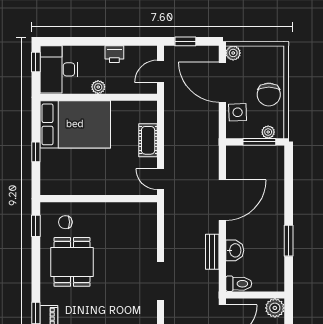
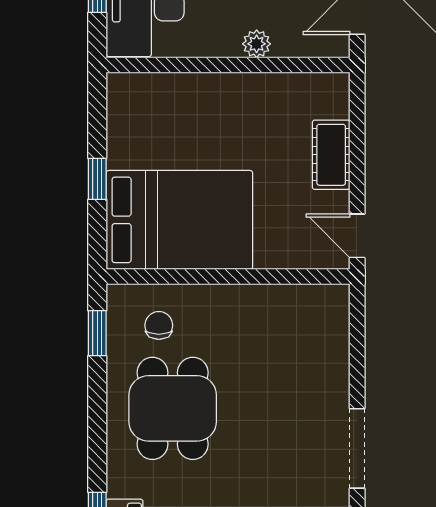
plant: (98, 87) -> (257, 44), moved
bed: (75, 124) -> (179, 220), moved
chair: (65, 222) -> (159, 325), turned 90

